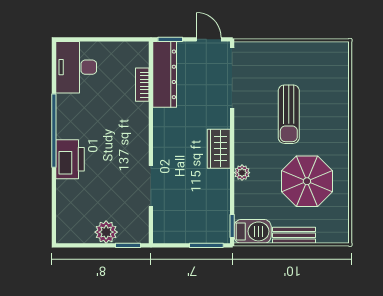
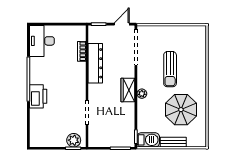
door: (209, 39) -> (122, 24), hinge flipped
dresser: (165, 74) -> (95, 63), moved
plant: (242, 173) -> (142, 94), moved
plant: (106, 232) -> (74, 140), moved

